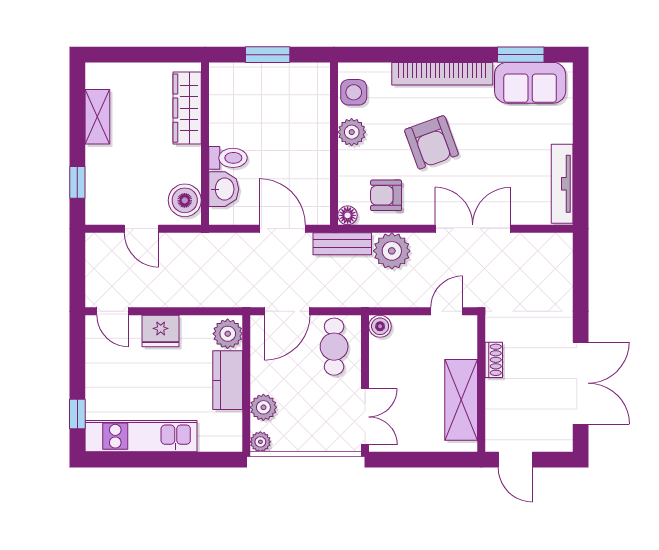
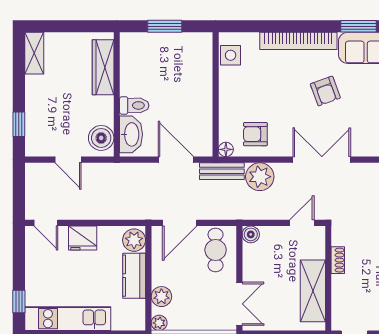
shelving: (97, 117) -> (34, 53), moved
plant: (352, 132) -> (229, 86), removed
armchair: (432, 142) -> (325, 91), moved, width x0.72, depth x0.72
washbasin: (224, 189) -> (131, 134), width x1.38

